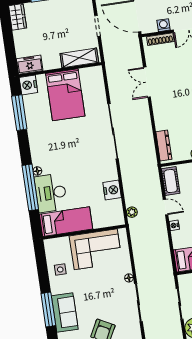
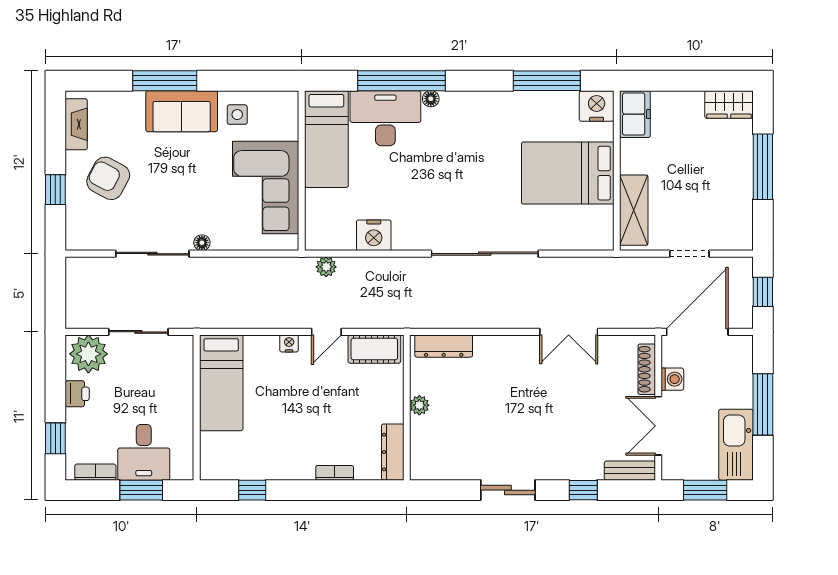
double door: (147, 82) -> (569, 332), swing flipped
sofa: (65, 313) -> (182, 111), moved

